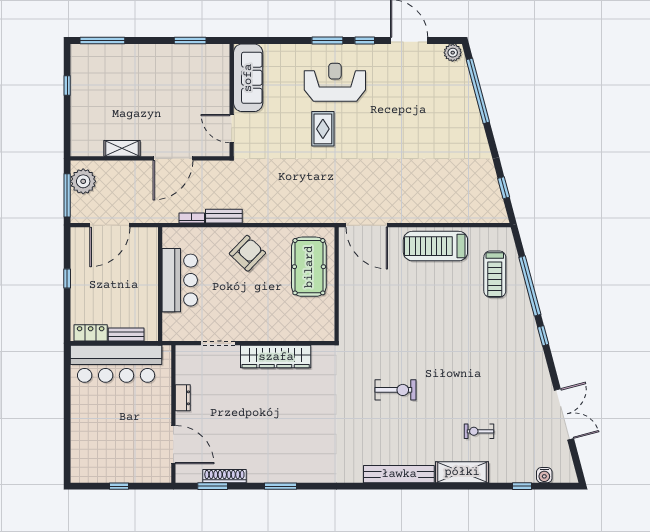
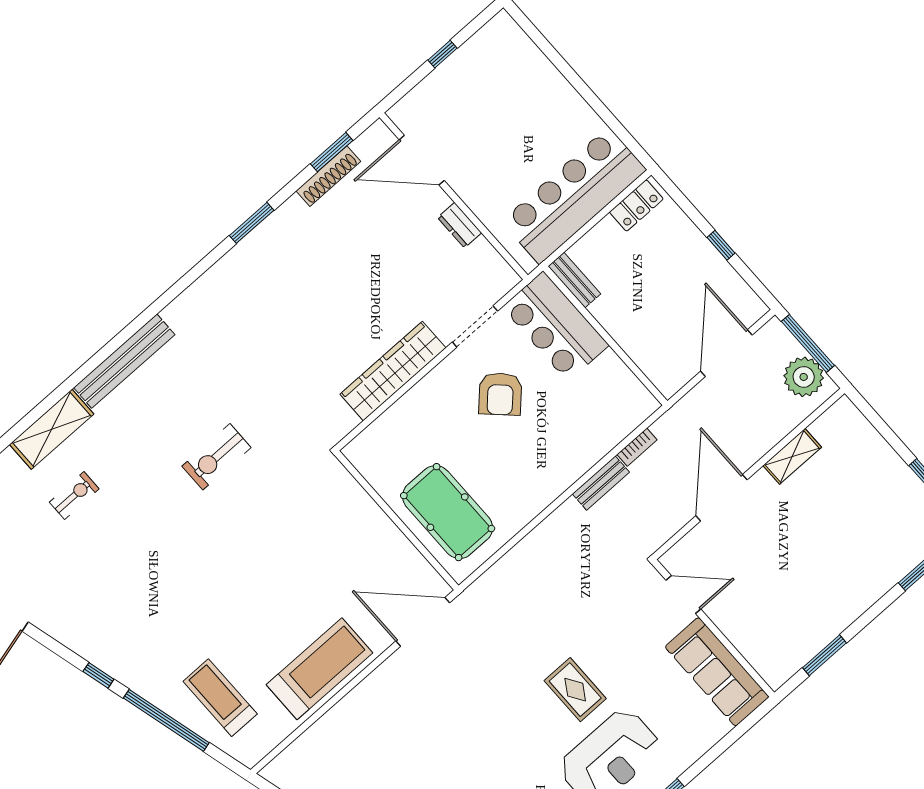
armchair: (247, 253) -> (500, 394), moved
bar counter: (180, 280) -> (555, 326), moved
bench: (126, 335) -> (574, 280), moved, turned 90

